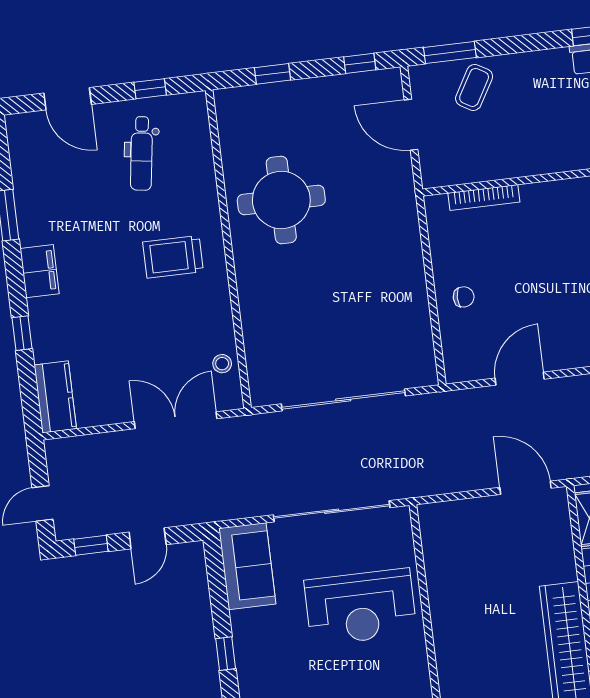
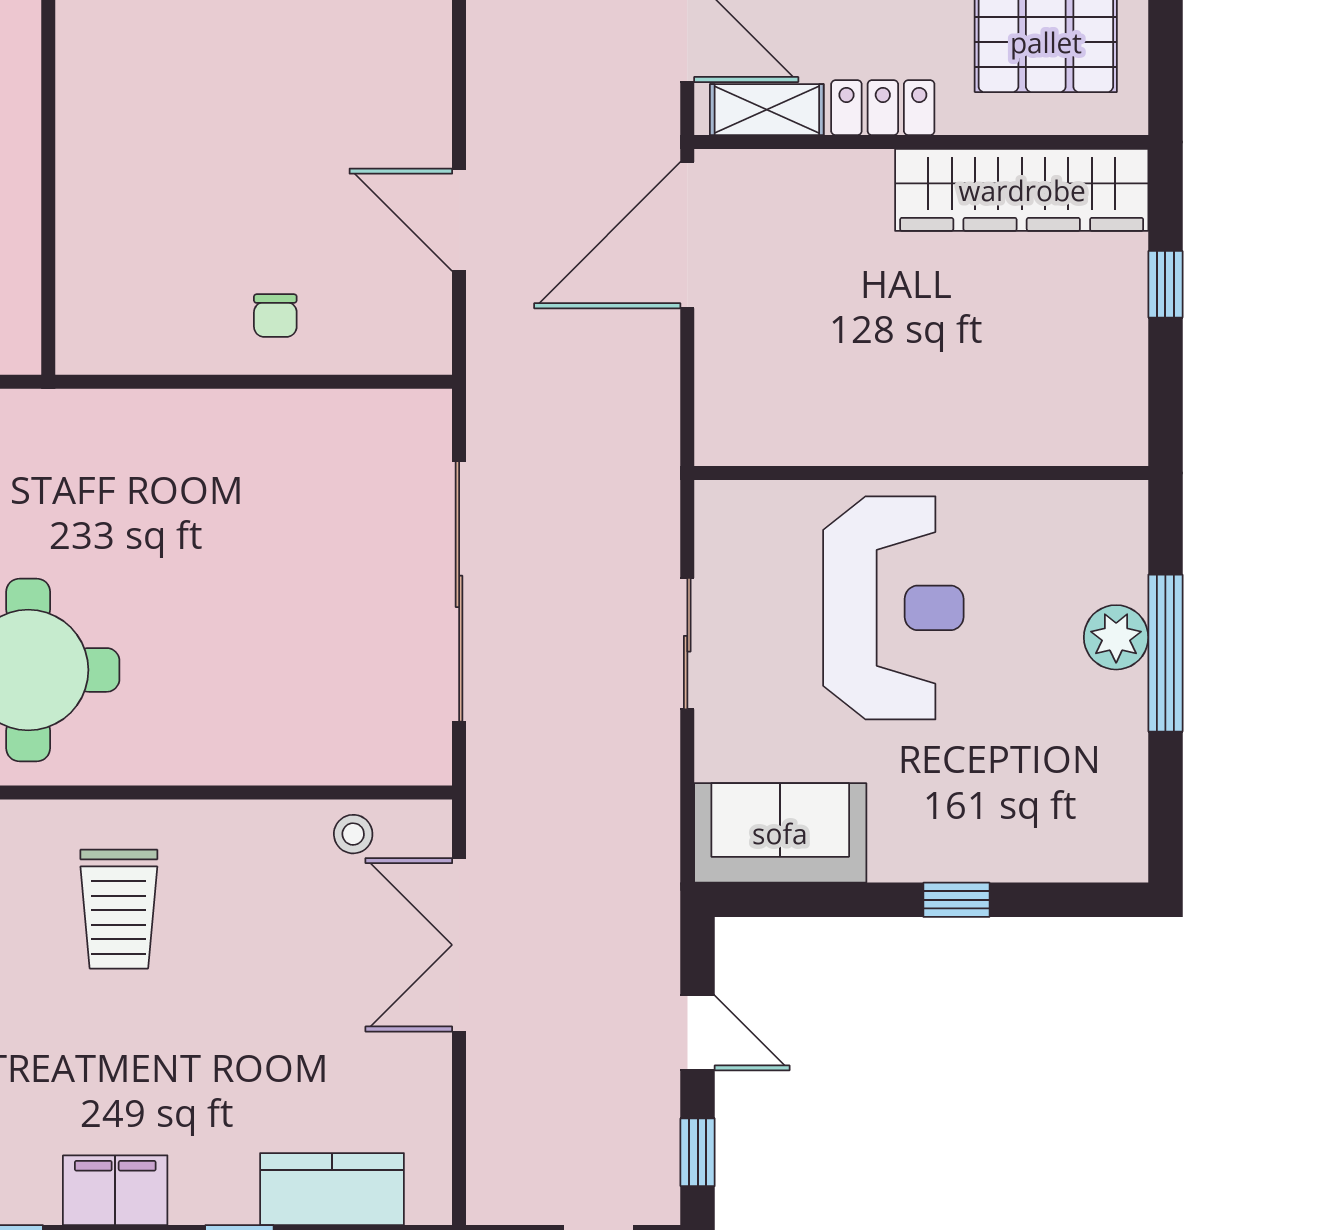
bookcase: (484, 197) -> (74, 249), removed
chair: (464, 297) -> (275, 316), turned 180
kitchen counter: (55, 397) -> (332, 1189), moved
door: (525, 488) -> (687, 235), width x1.36
sliding door: (332, 511) -> (687, 644), width x0.54

